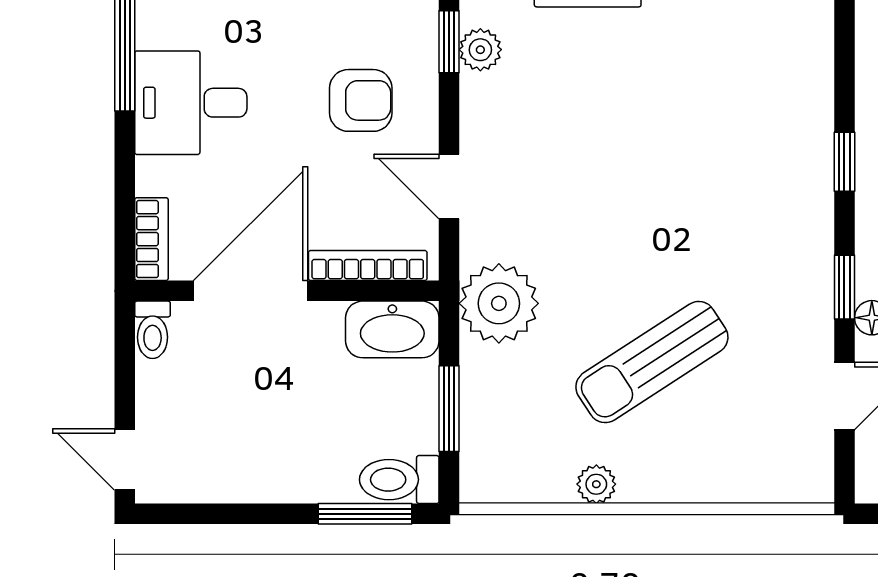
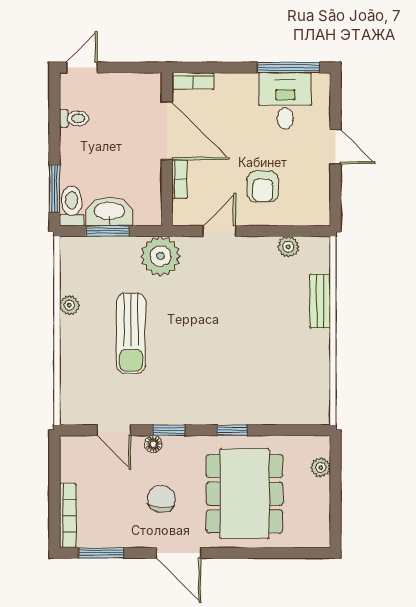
window: (449, 42) -> (292, 231), removed
desk: (191, 103) -> (285, 101), moved
bookcase: (368, 265) -> (180, 179), width x0.64
washbasin: (392, 329) -> (109, 212), moved, turned 90
toilet: (153, 330) -> (74, 118), moved, turned 180
sun lounger: (652, 362) -> (131, 333), turned -147

